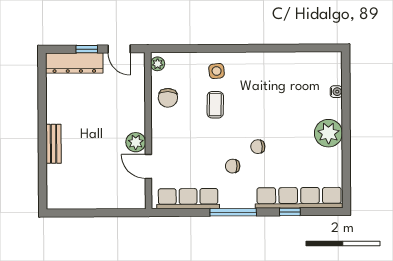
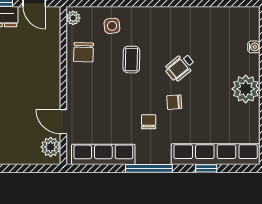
side table: (217, 71) -> (112, 26), moved
wheelchair: (263, 112) -> (180, 67), added
plant: (136, 142) -> (51, 147), moved
chair: (233, 166) -> (149, 122), turned 90

